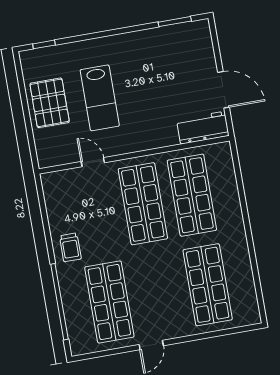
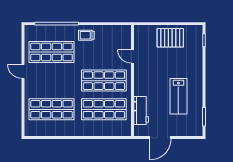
lab bench: (100, 98) -> (178, 96), moved, turned -90
workbench: (203, 128) -> (141, 111), moved
door: (93, 162) -> (132, 56), swing flipped

